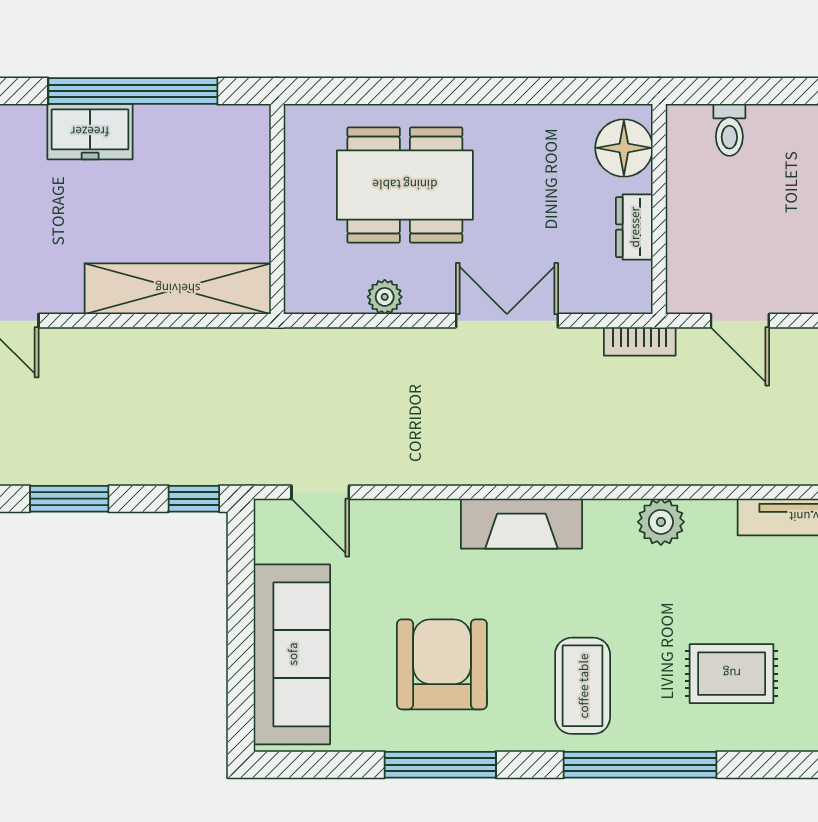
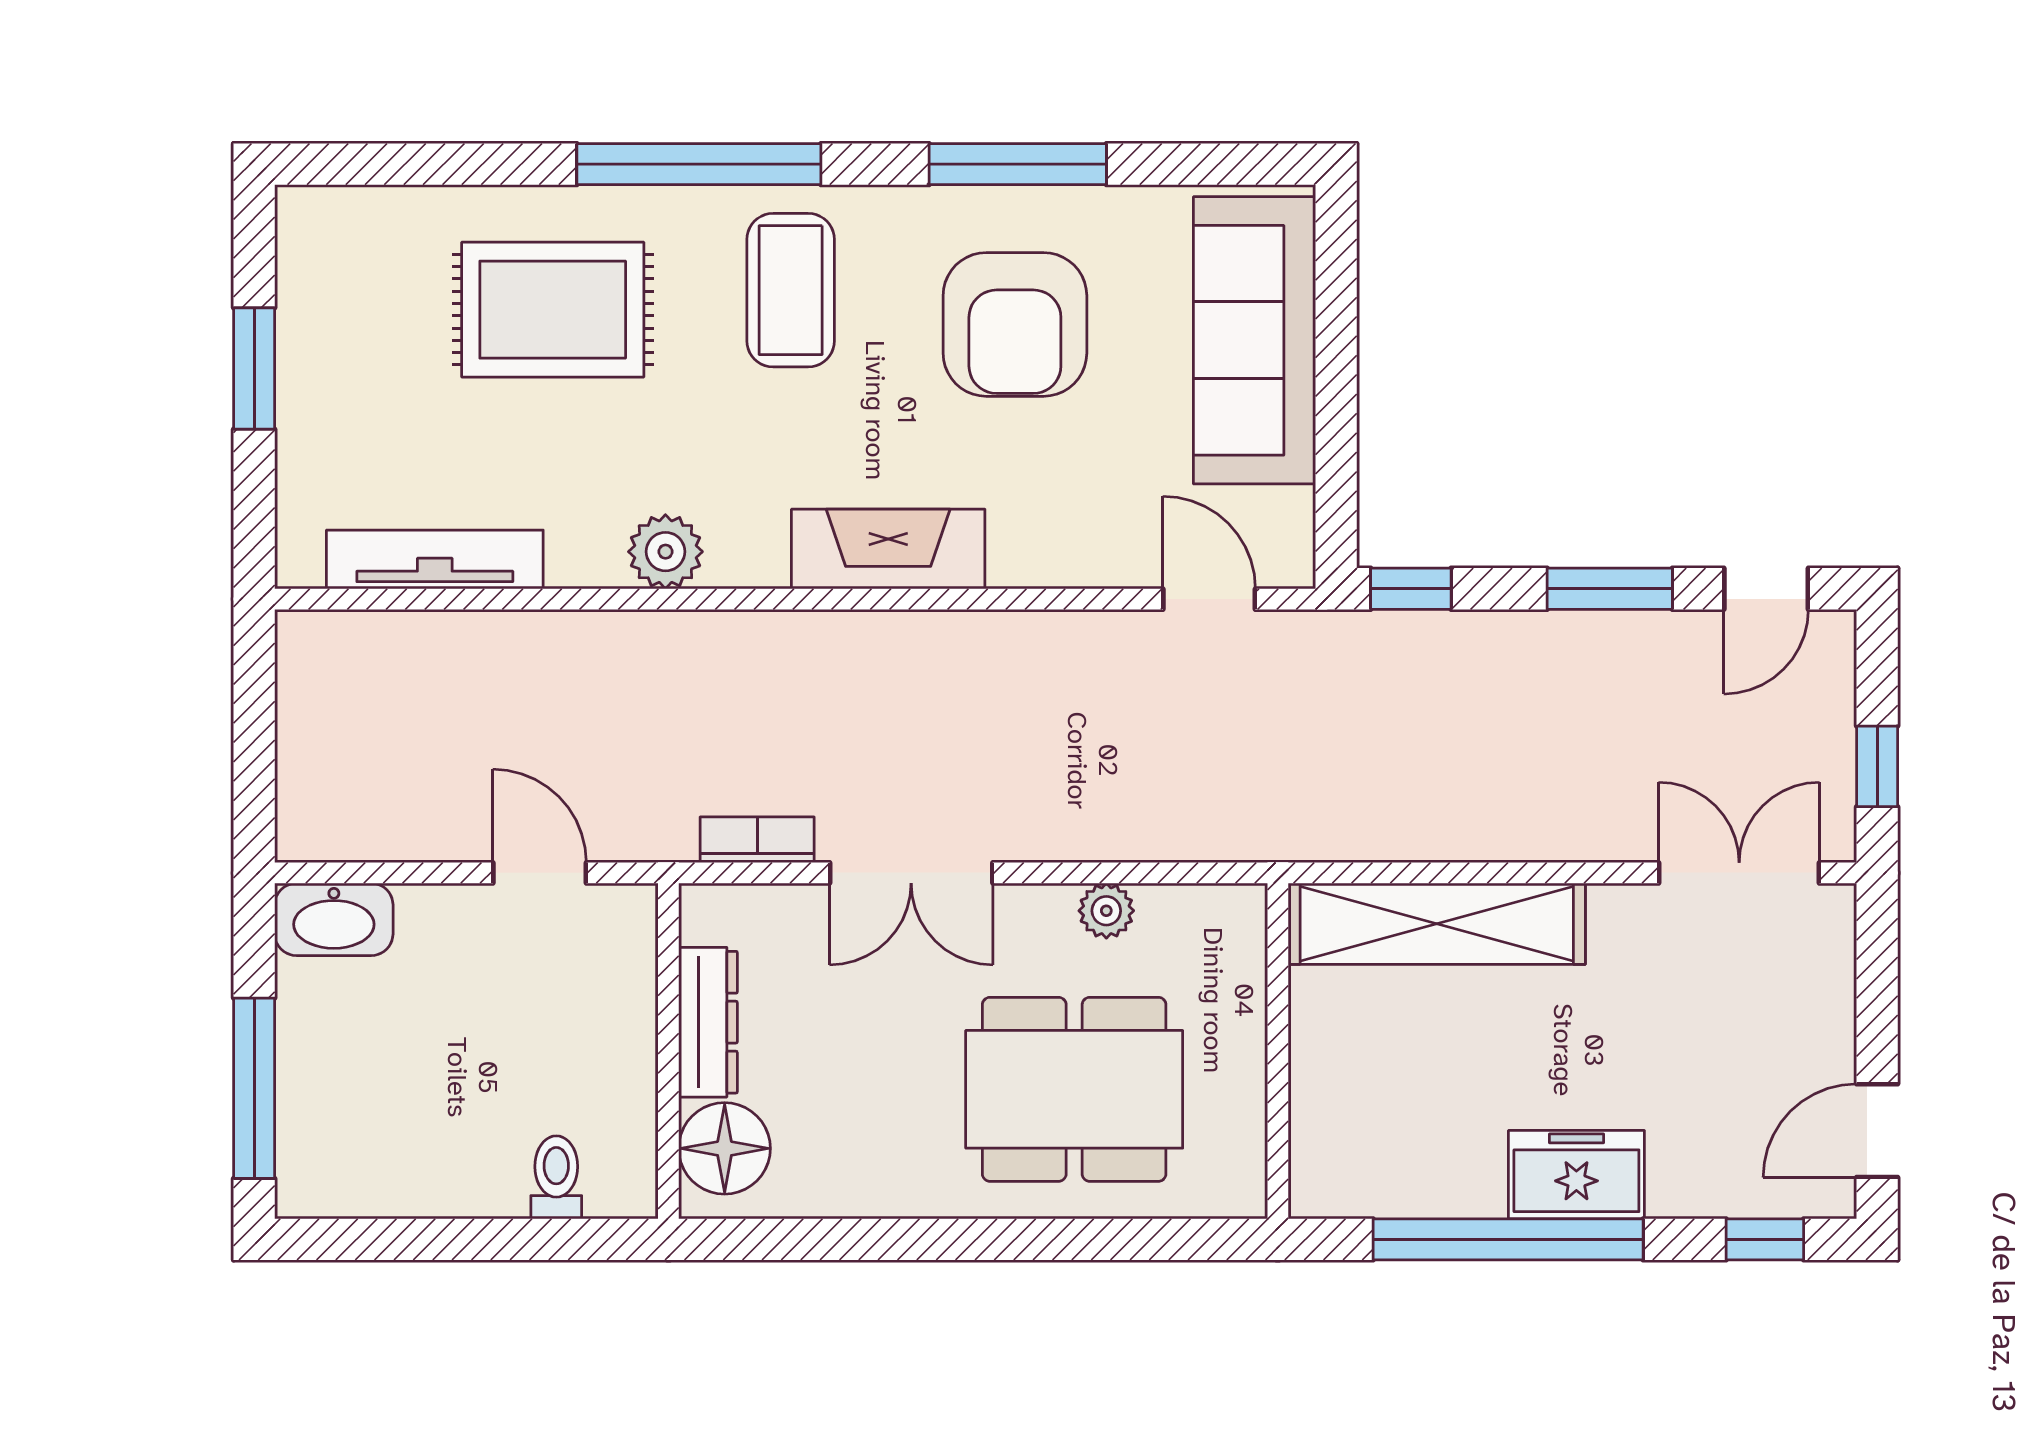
dresser: (634, 227) -> (708, 1022), width x1.44
bookcase: (640, 341) -> (757, 840), moved
rug: (732, 674) -> (553, 310), width x1.36, depth x1.43

